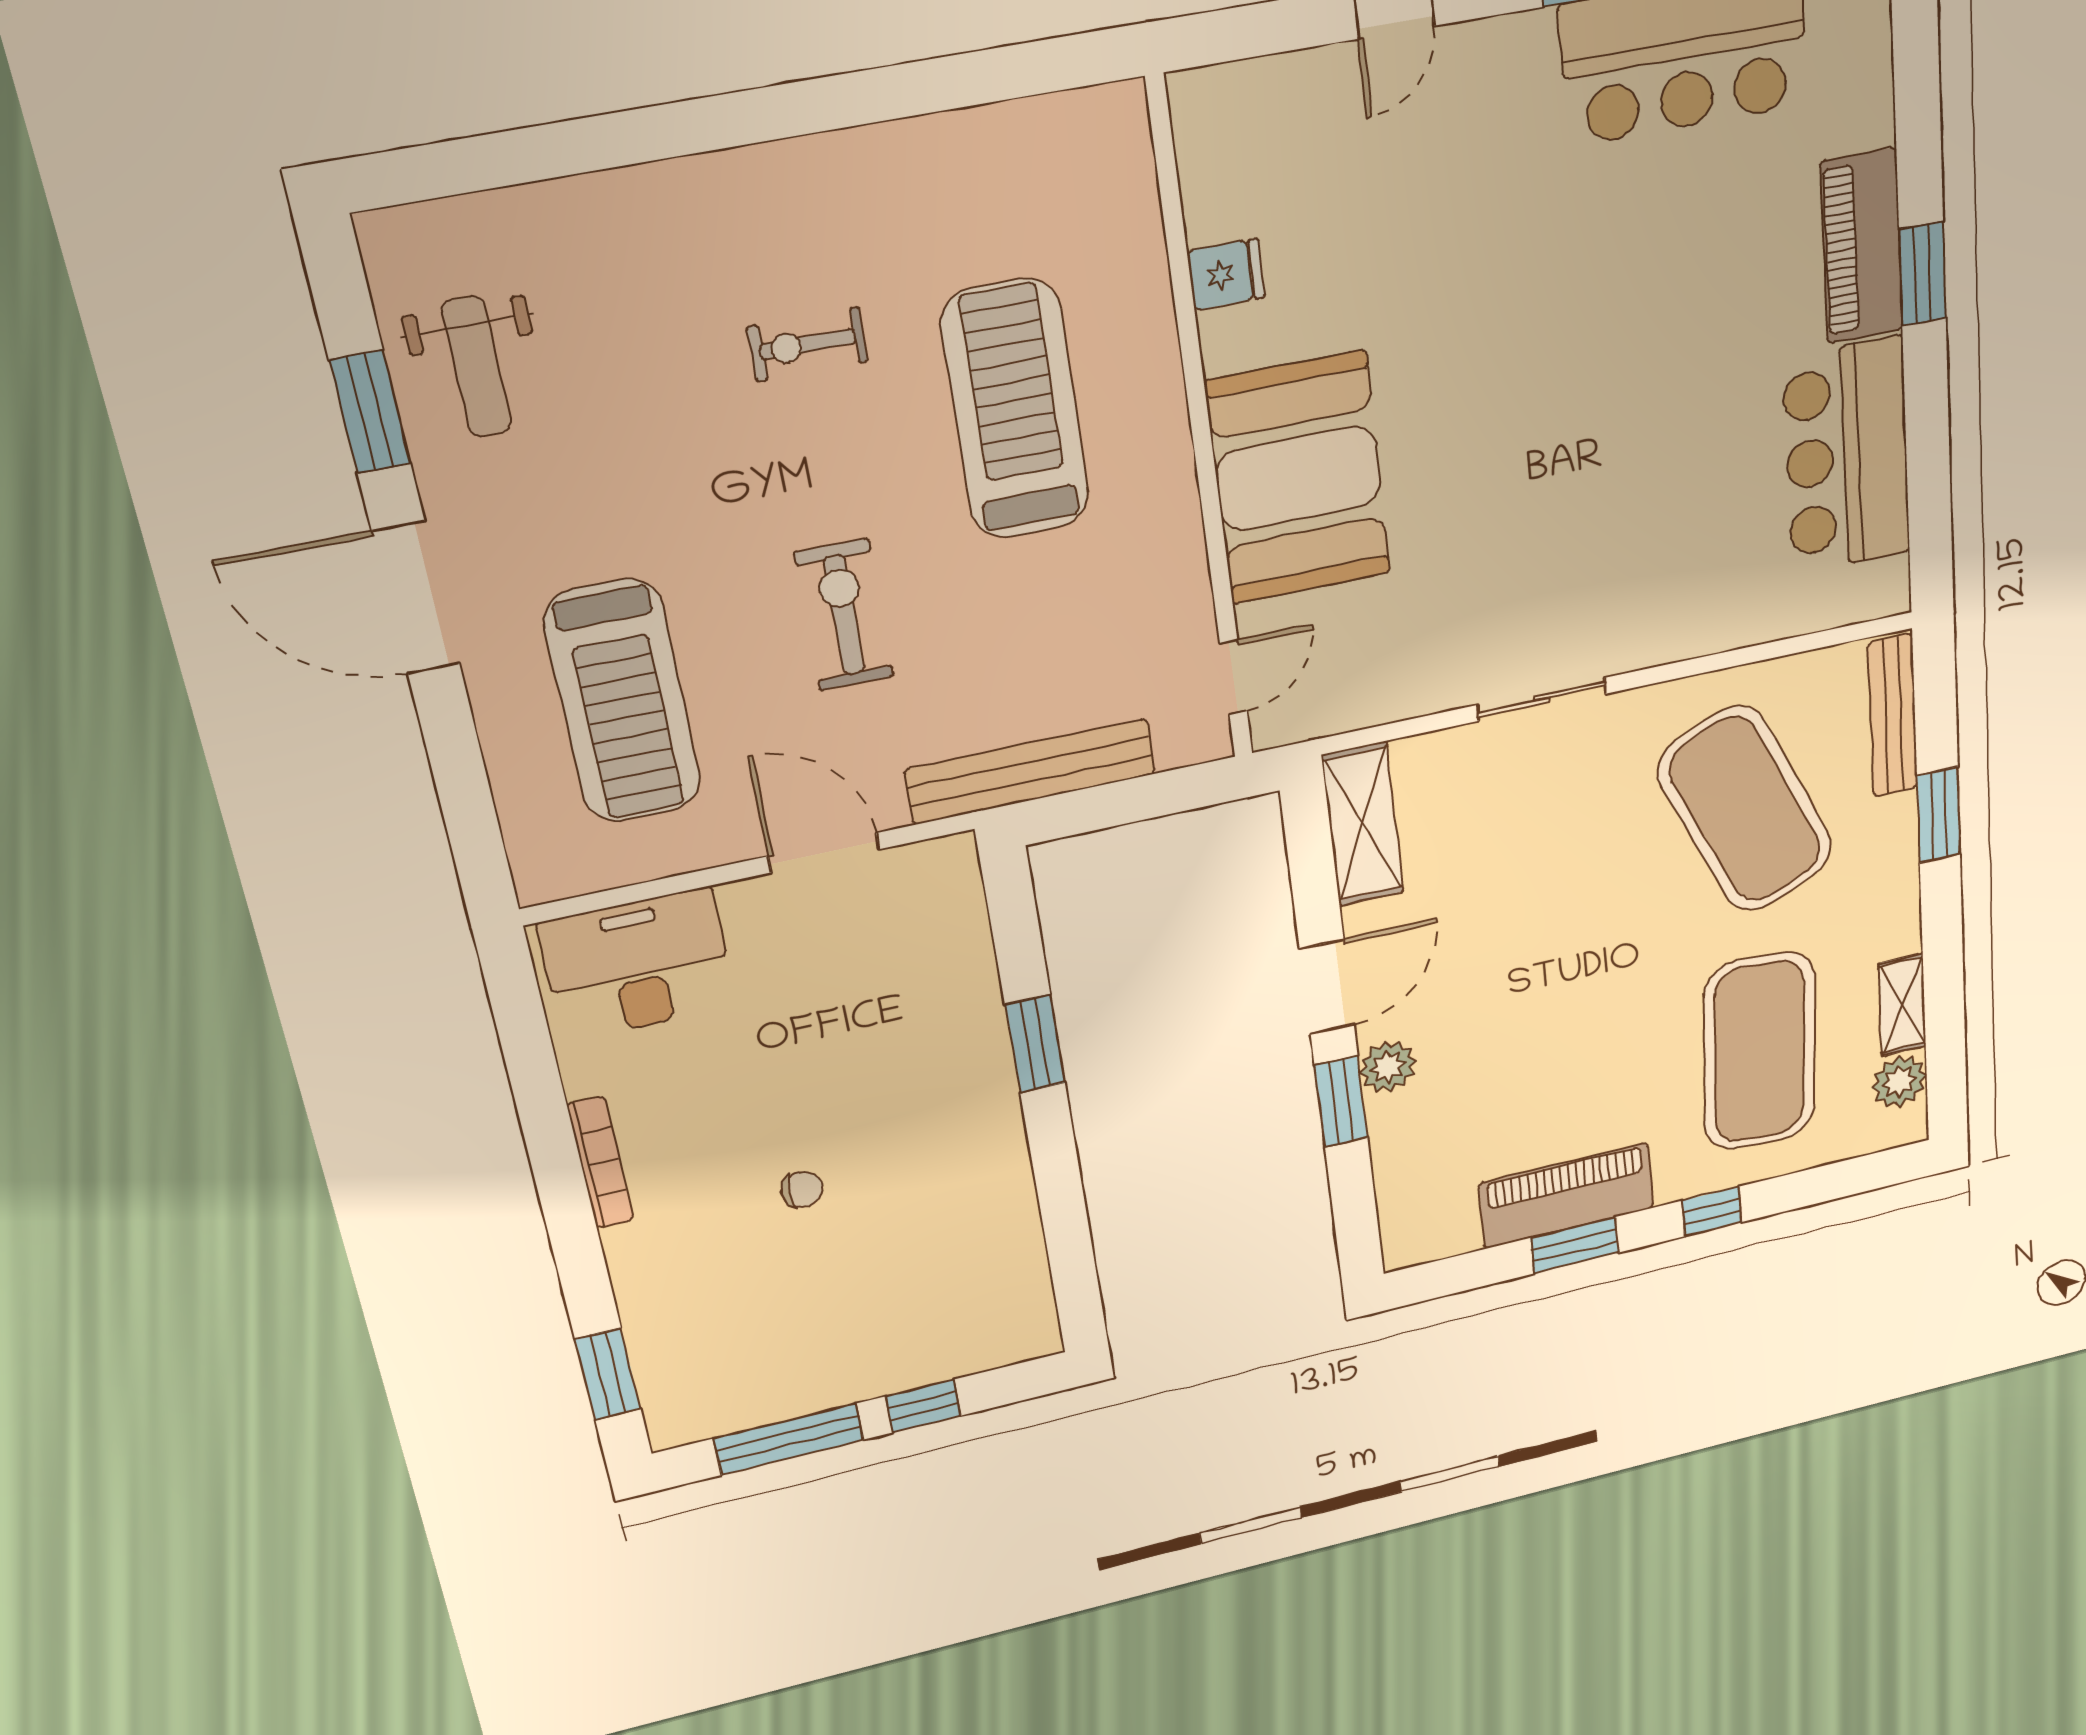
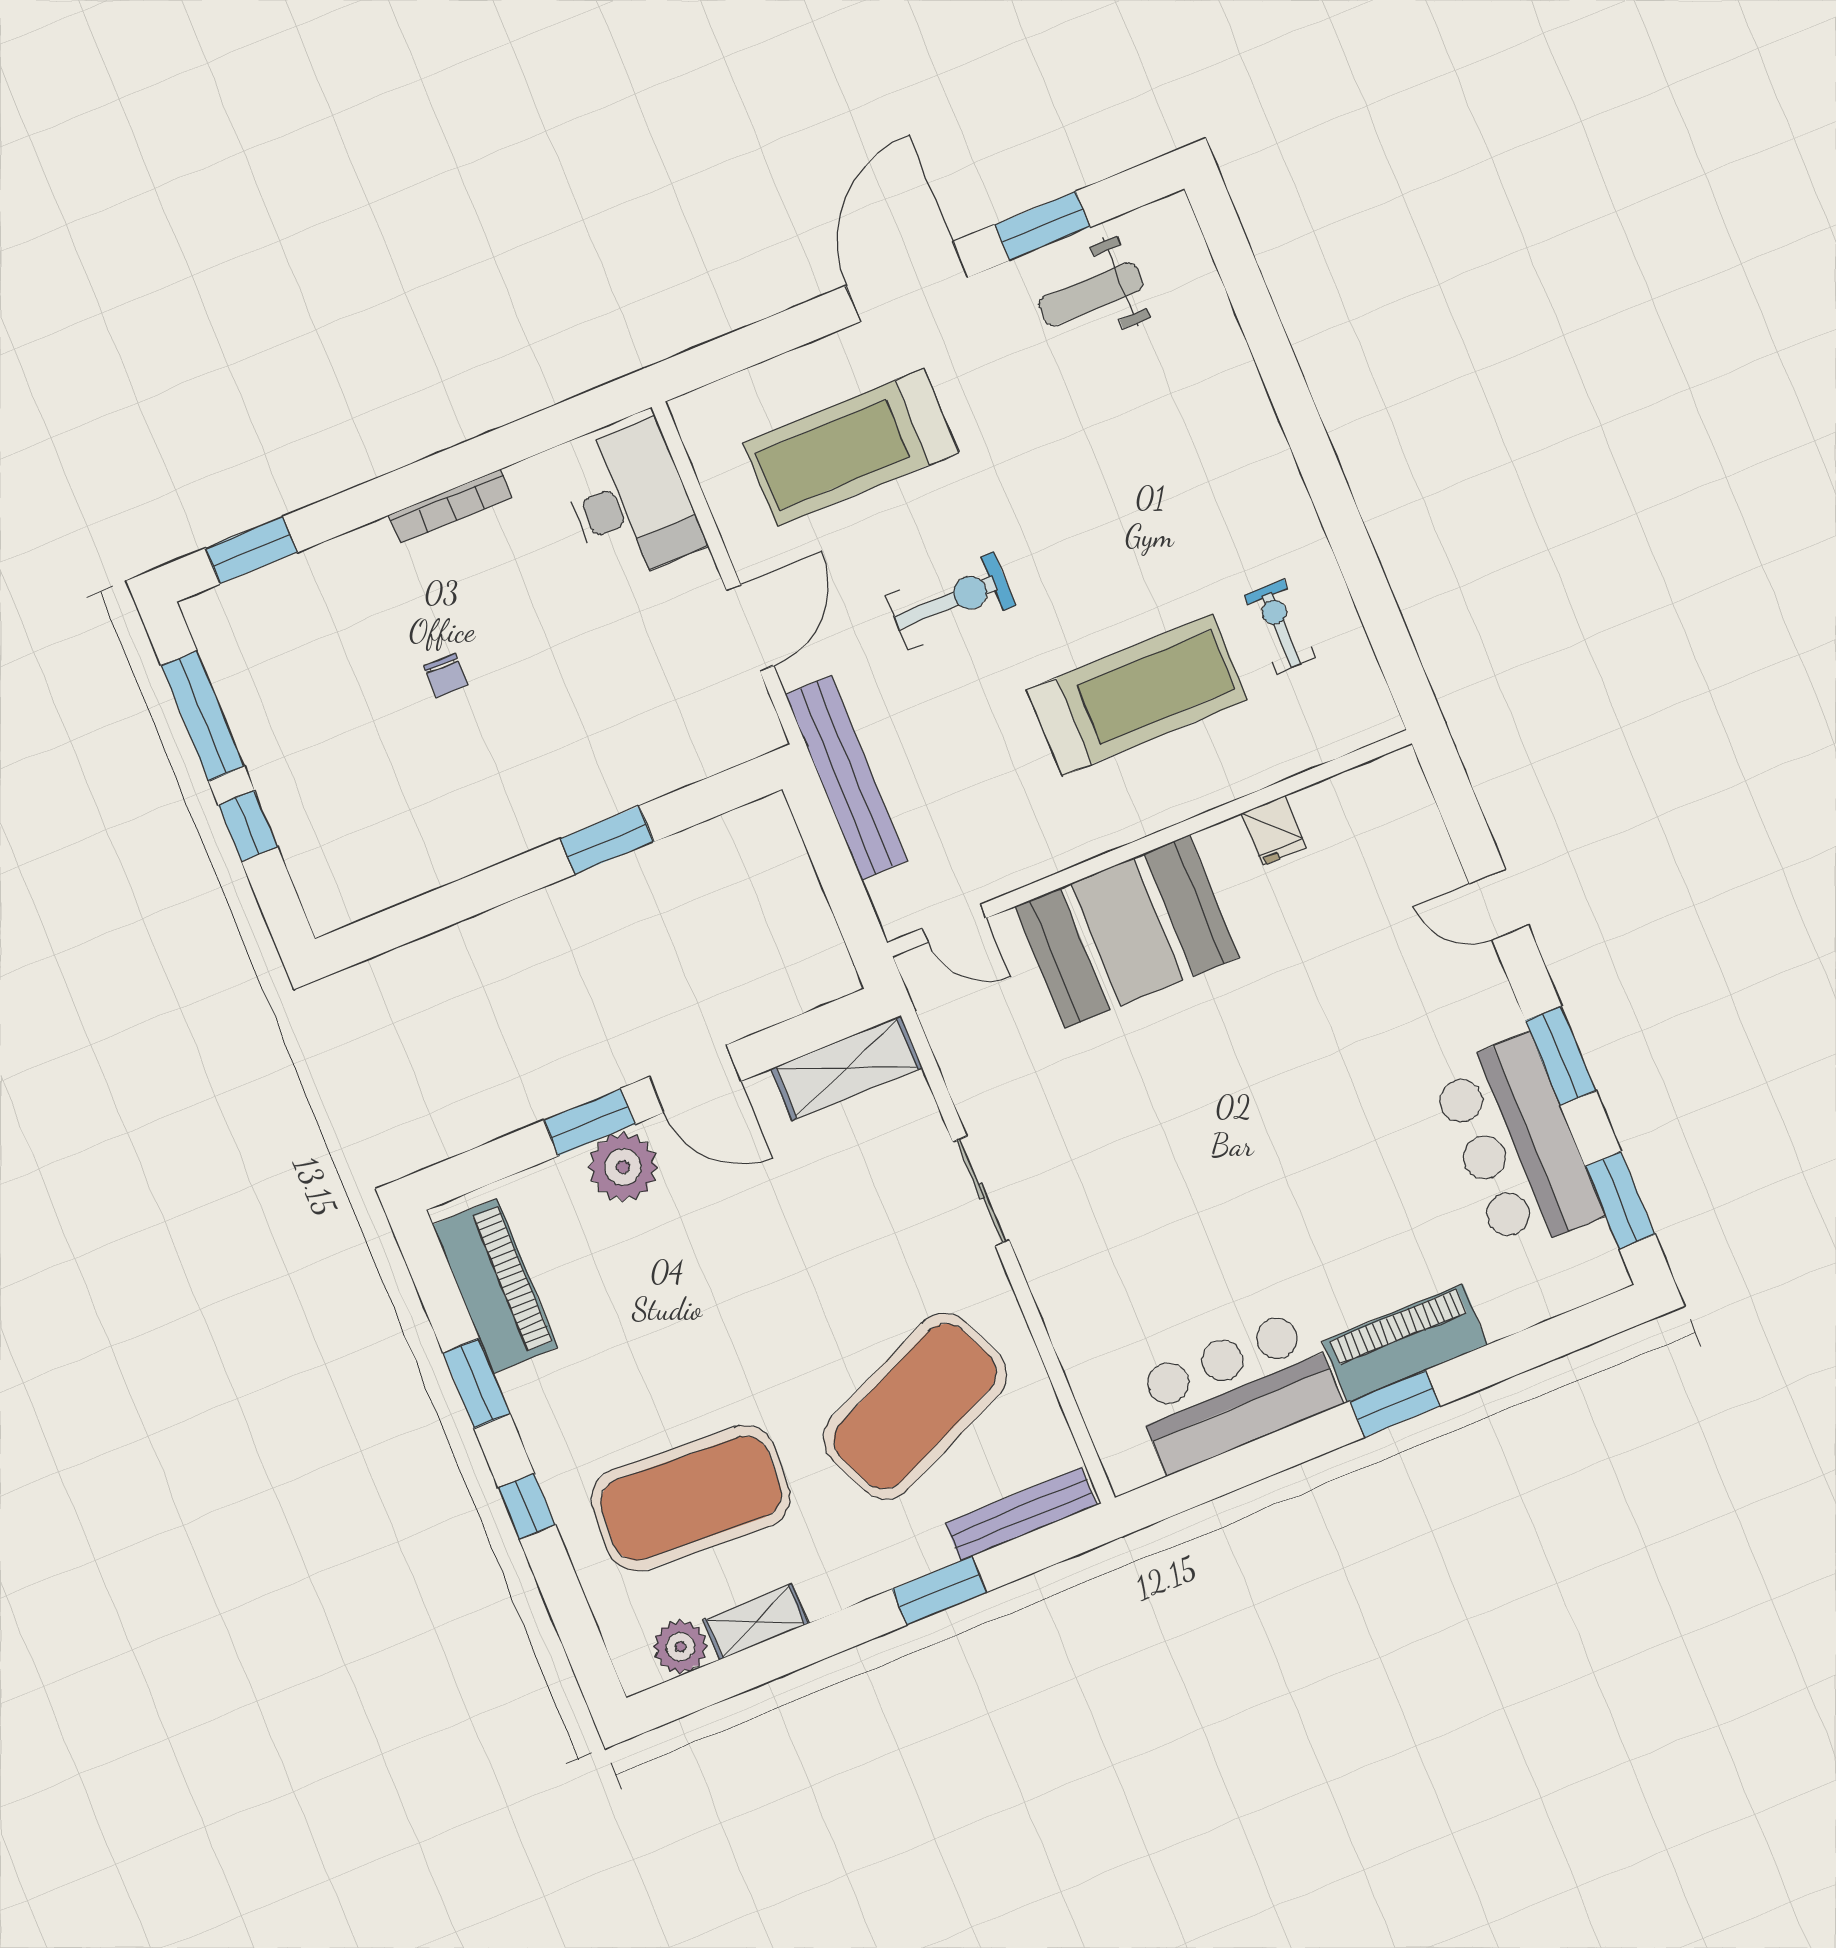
exercise bike: (808, 344) -> (1280, 626), moved
plant: (1388, 1067) -> (623, 1167), width x1.36, depth x1.36
piano: (1566, 1196) -> (495, 1286), moved

